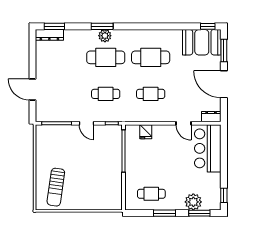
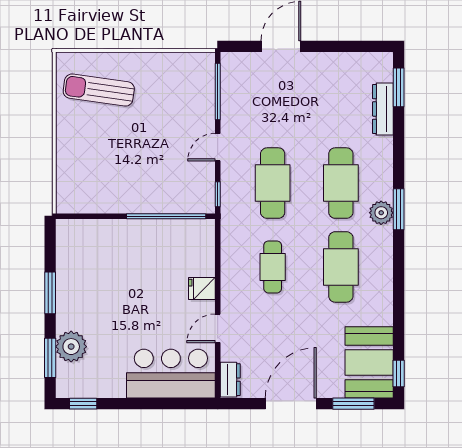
window: (102, 26) -> (399, 209), moved
dresser: (49, 35) -> (383, 109), moved
plant: (105, 36) -> (381, 213), moved
cafe table: (106, 94) -> (273, 183), width x1.37, depth x1.35
fridge: (146, 132) -> (202, 288), moved
cafe table: (151, 194) -> (86, 268), removed

